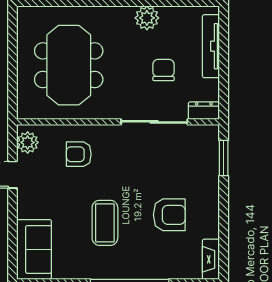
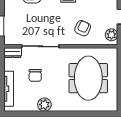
armchair: (79, 154) -> (83, 28), turned -66

